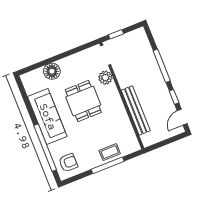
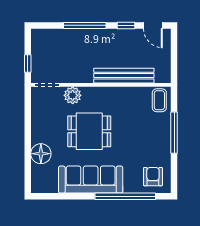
coffee table: (110, 152) -> (159, 100), moved

